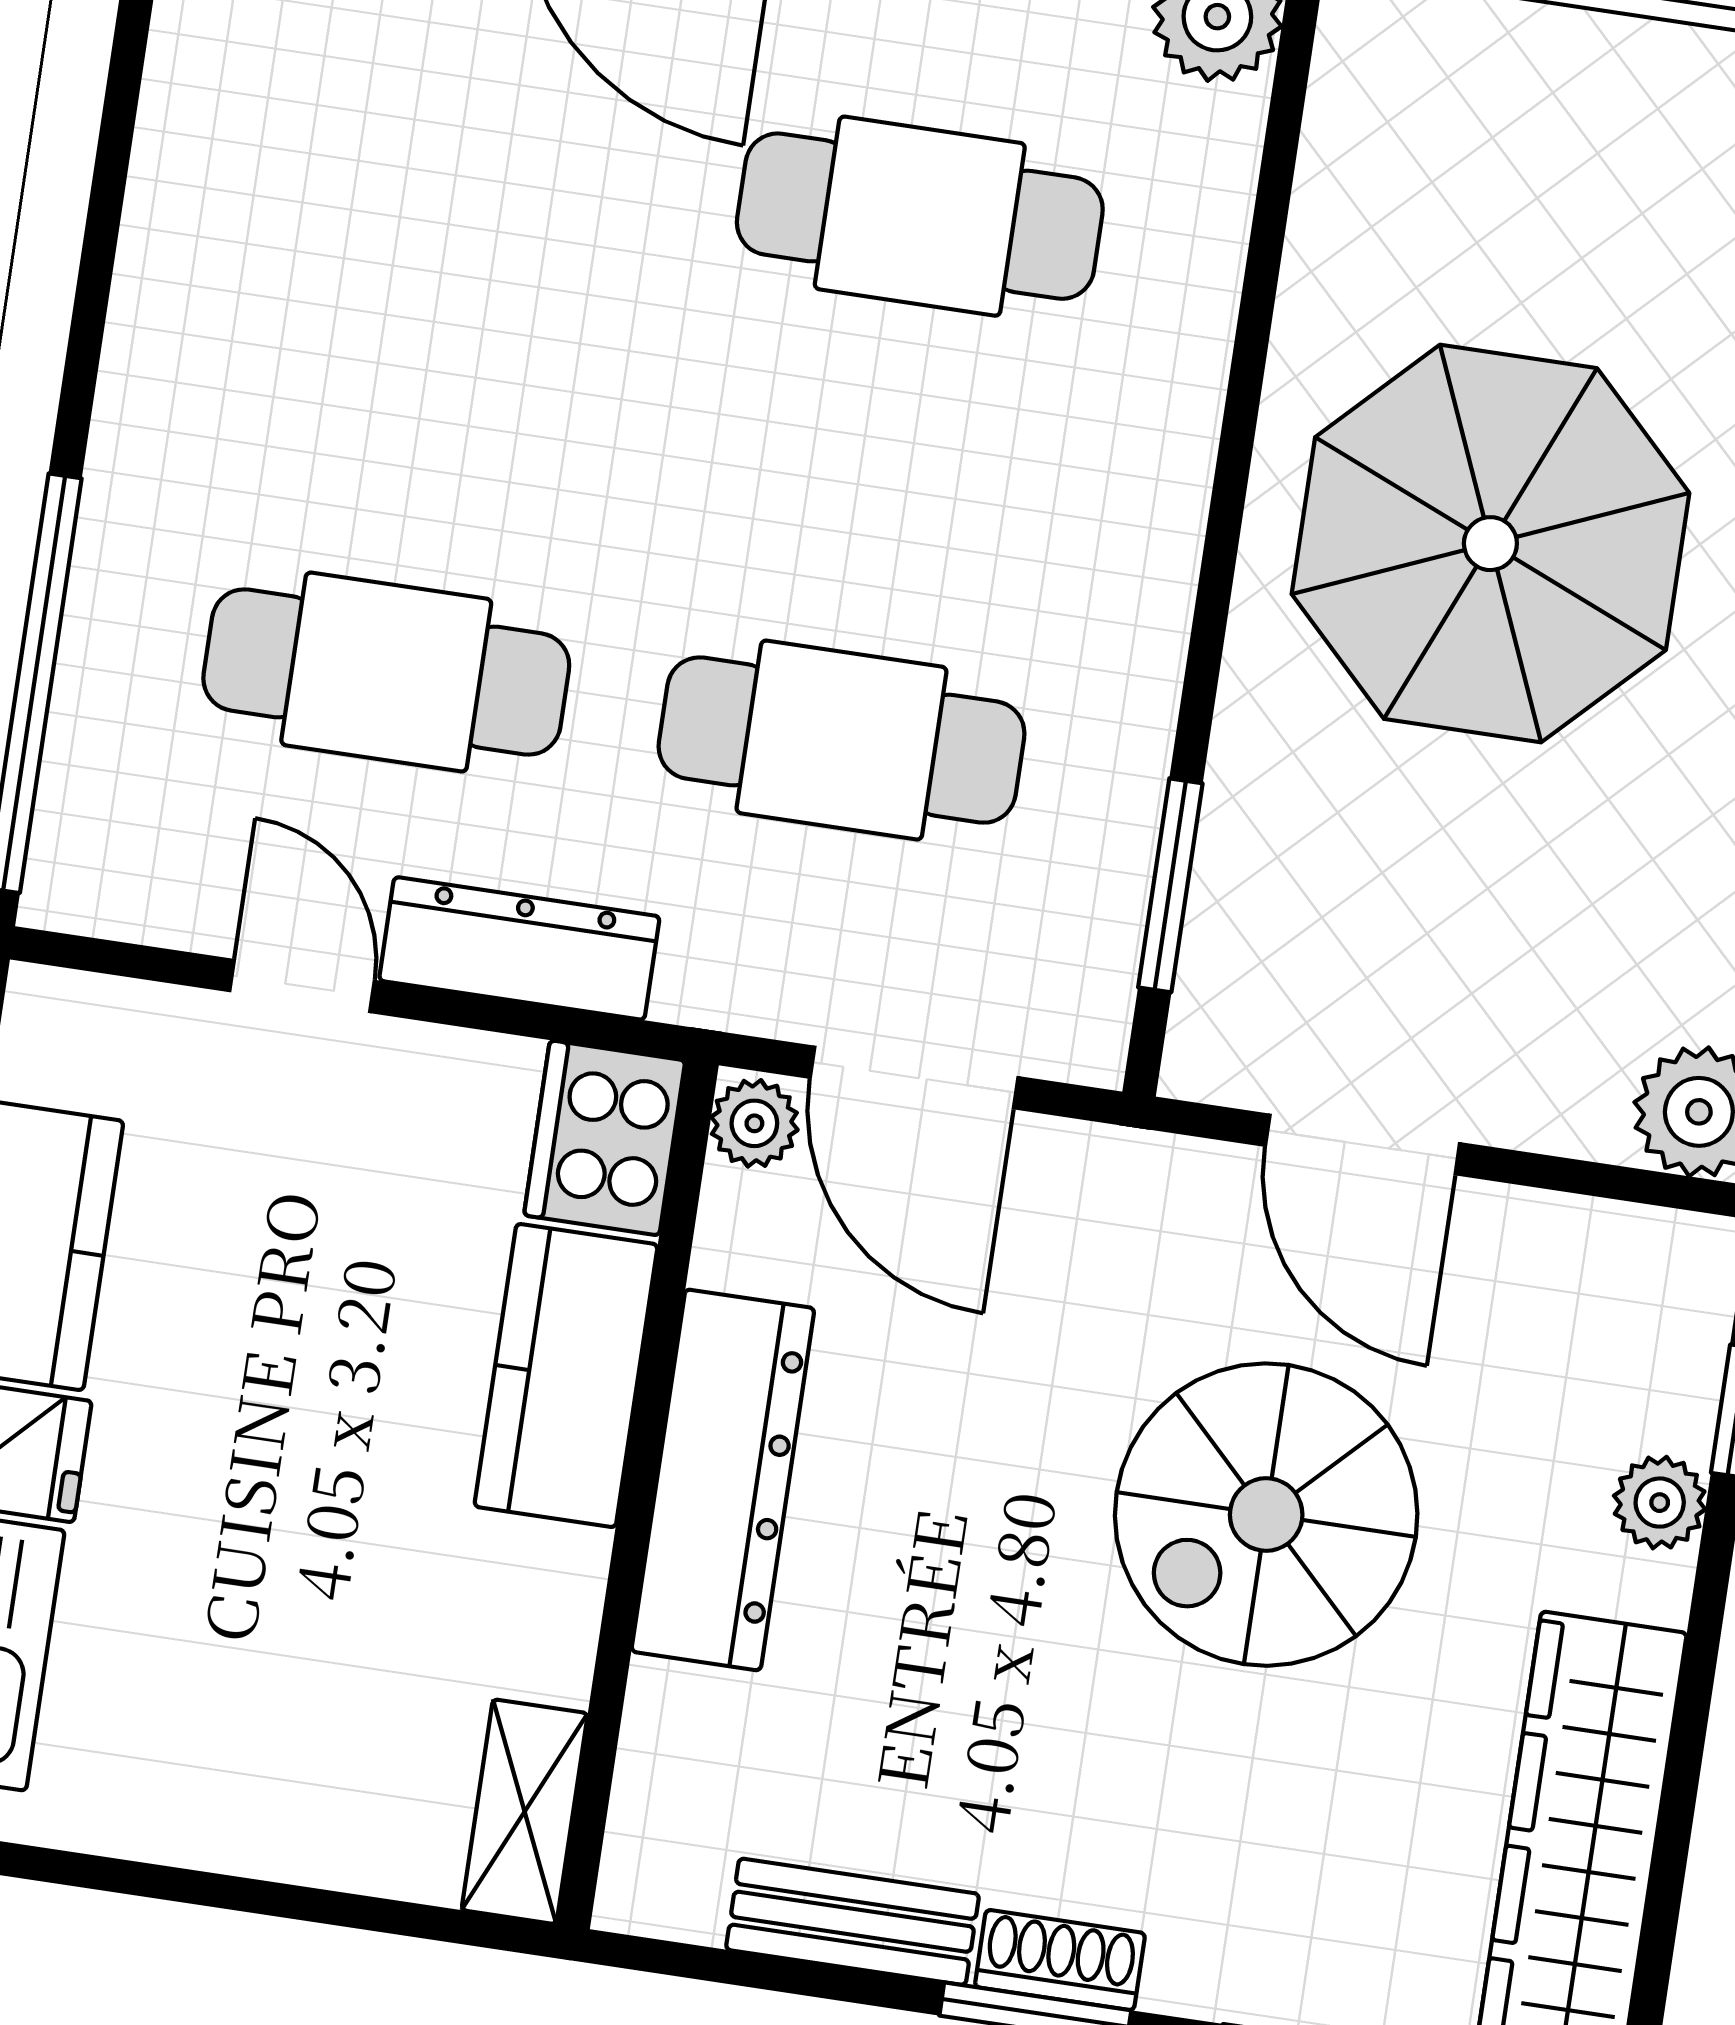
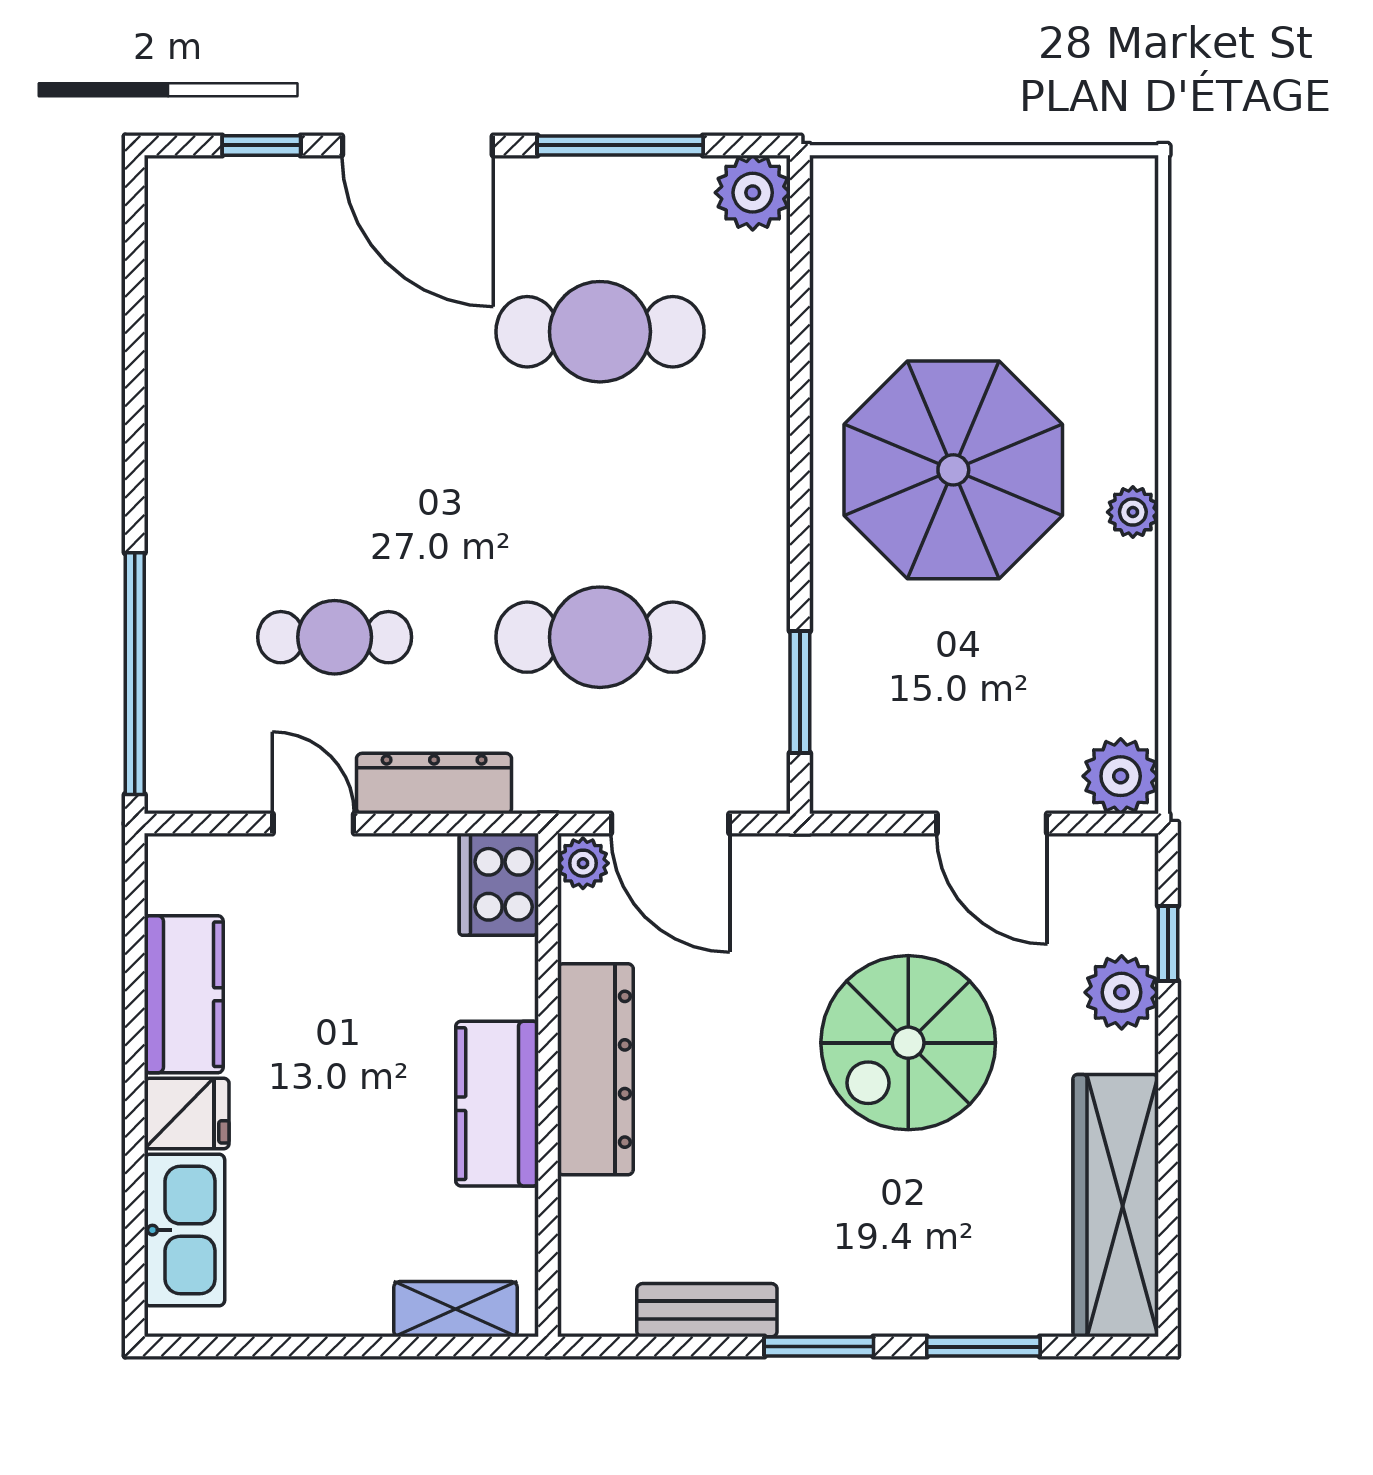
cafe table: (386, 672) -> (335, 637), width x0.73, depth x0.74
door: (1363, 1145) -> (992, 823), moved
kitchen counter: (566, 1376) -> (497, 1104), moved
plant: (1660, 1503) -> (1122, 992), width x1.38, depth x1.38
shelving: (525, 1812) -> (456, 1309), moved, turned 90
shoe rack: (1060, 1960) -> (829, 1314), removed

